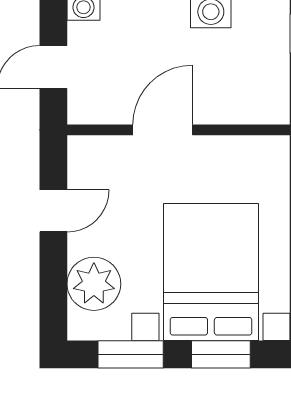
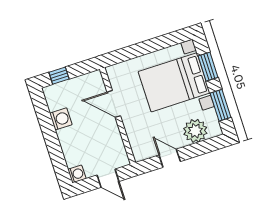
door: (163, 130) -> (114, 104), moved

